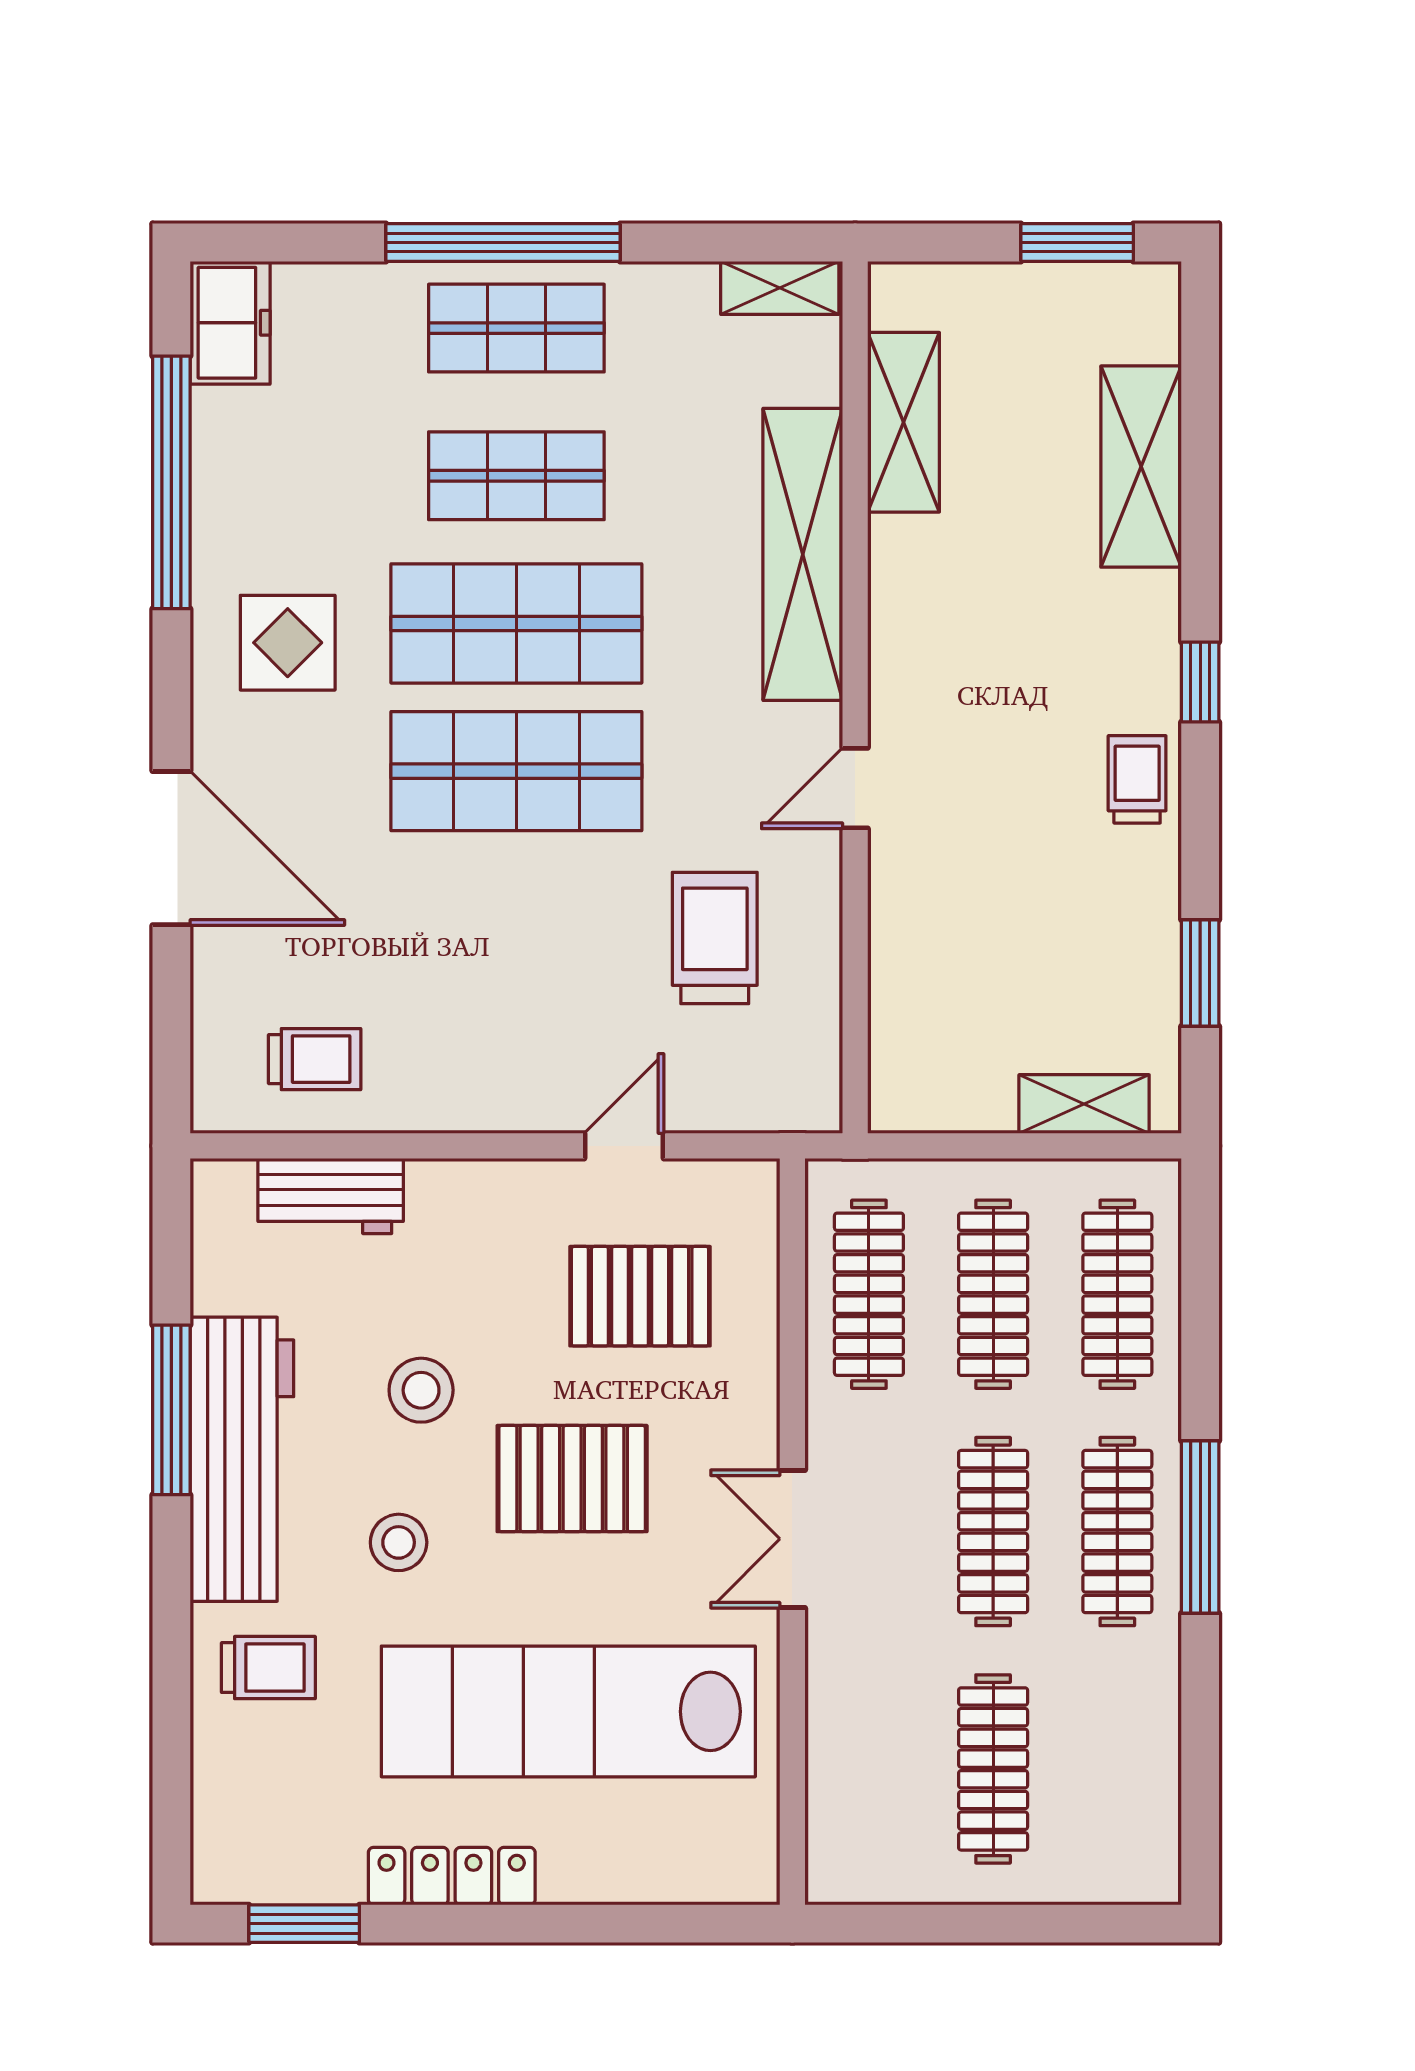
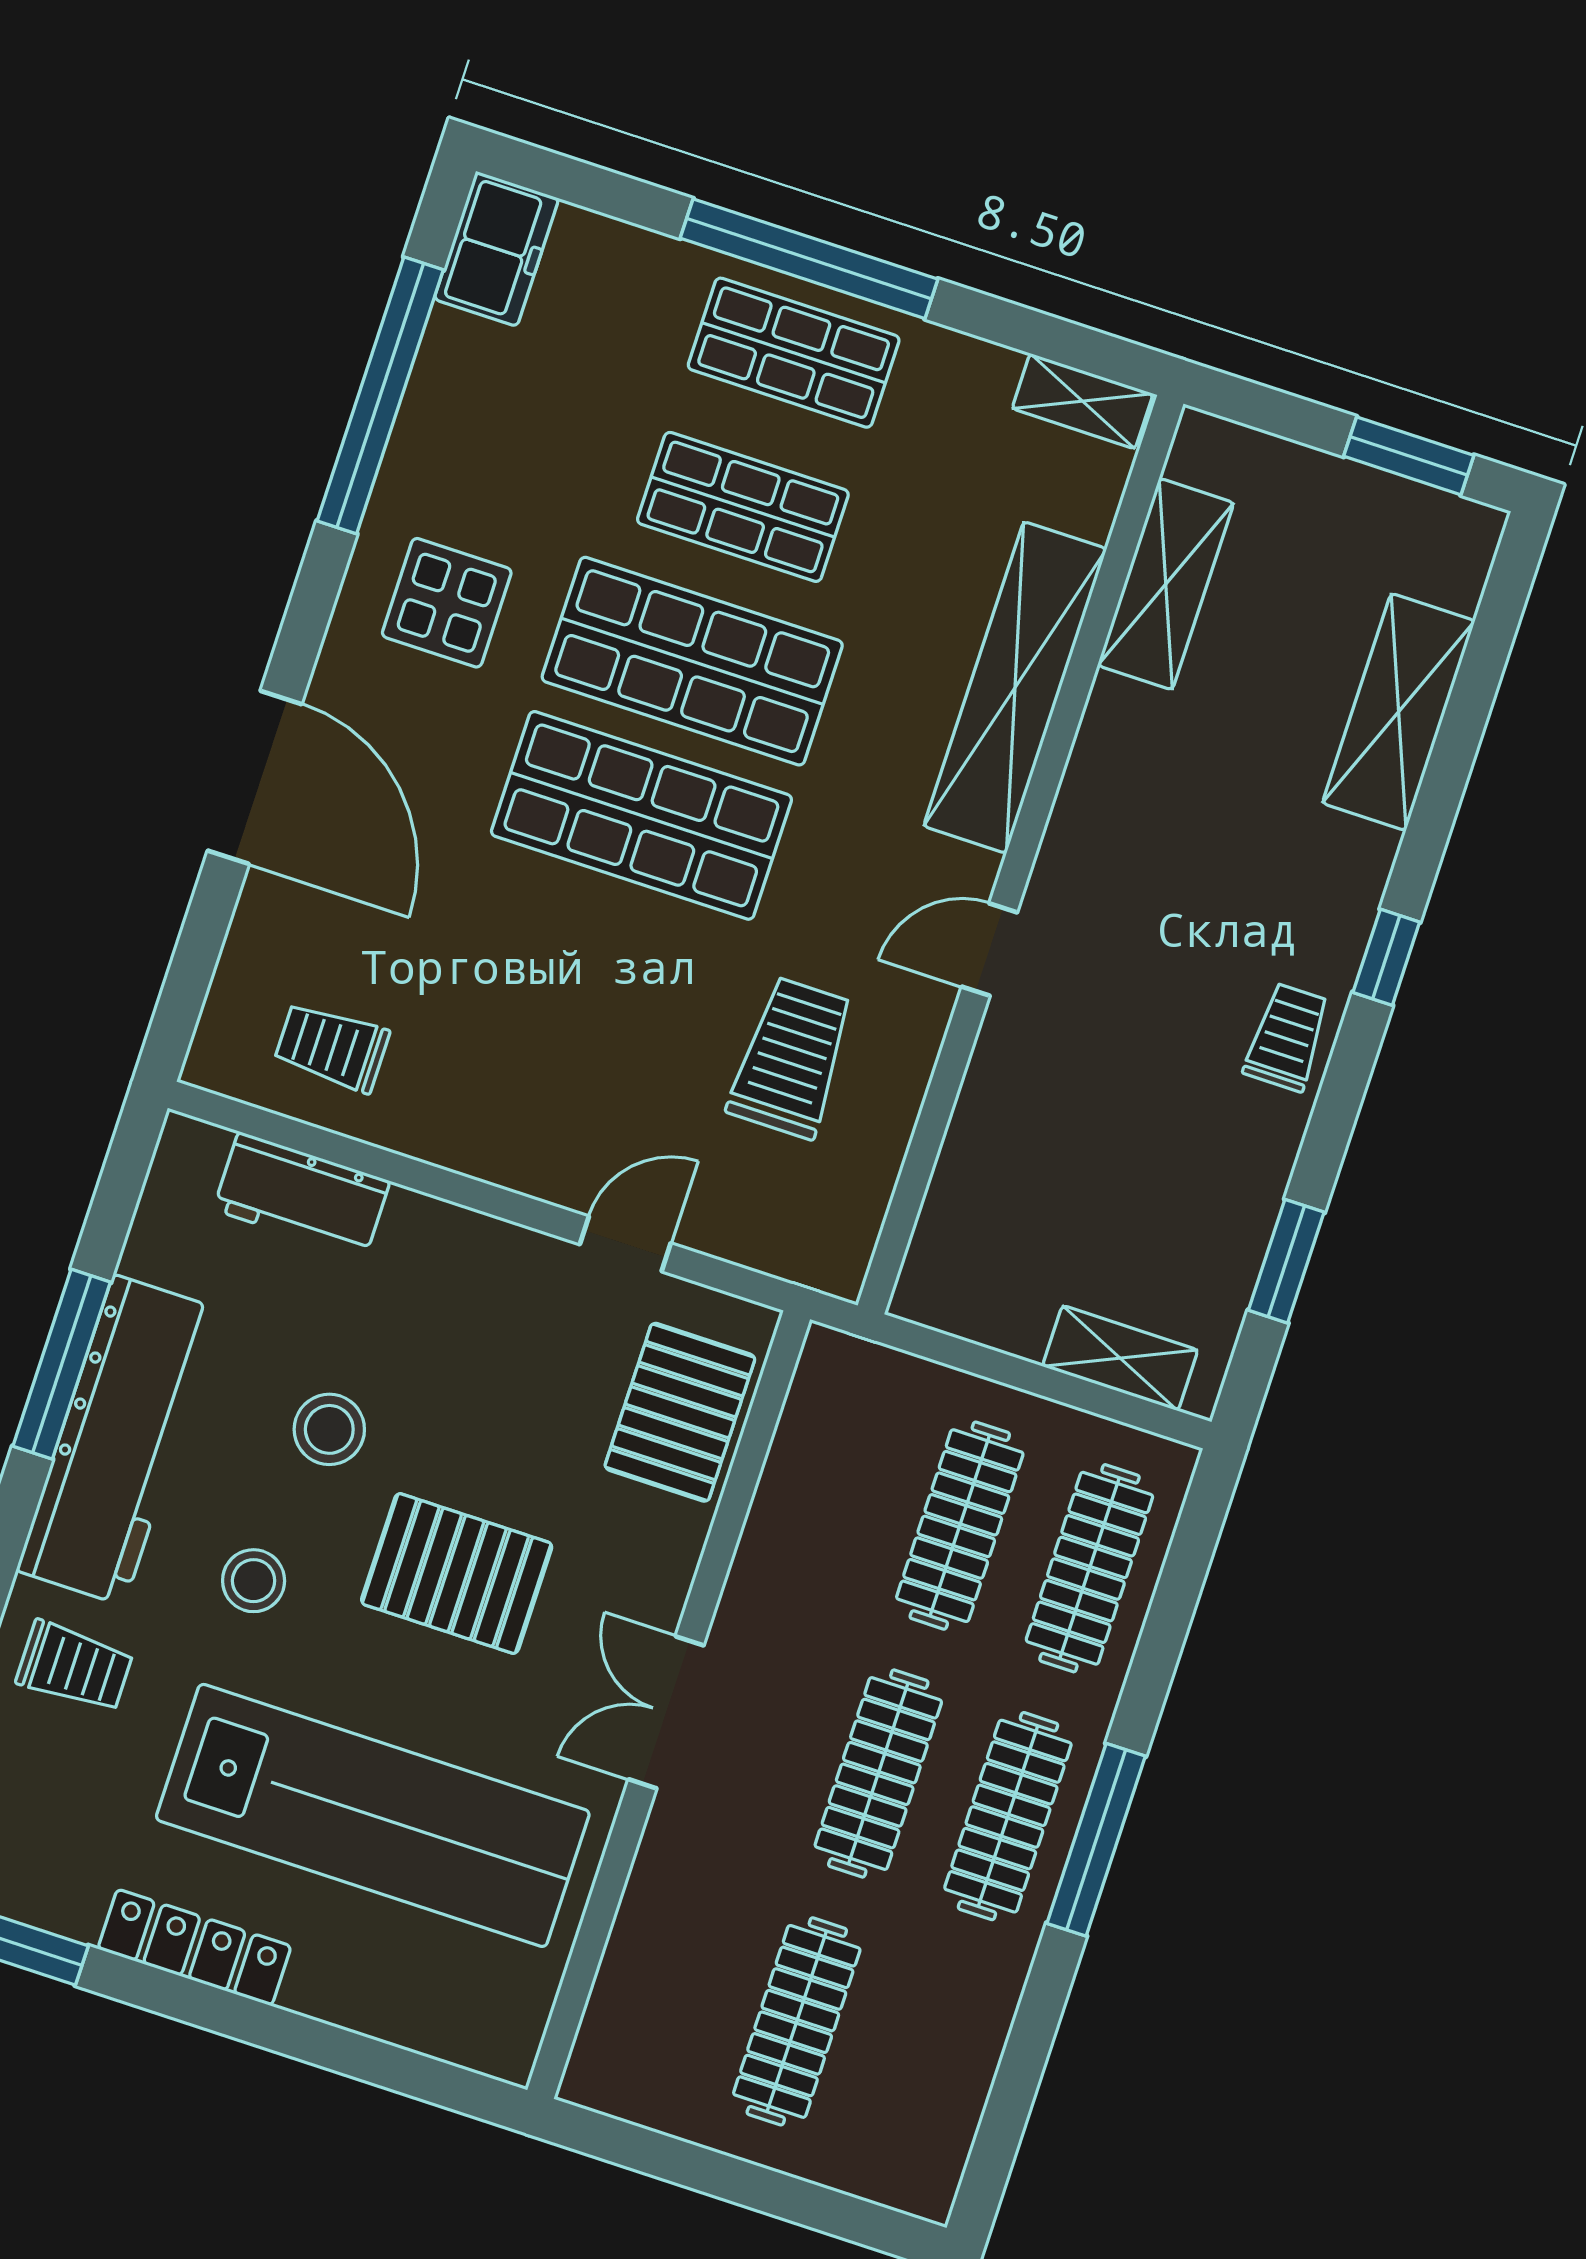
trolley: (315, 1059) -> (332, 1047), turned 180
clothes rail: (869, 1294) -> (830, 1483), removed
pallet: (640, 1296) -> (680, 1412), moved, turned 90
lab bench: (568, 1711) -> (373, 1815), turned 180

